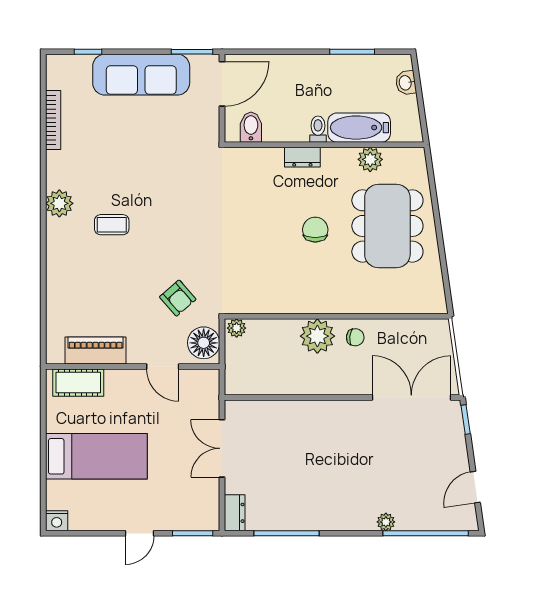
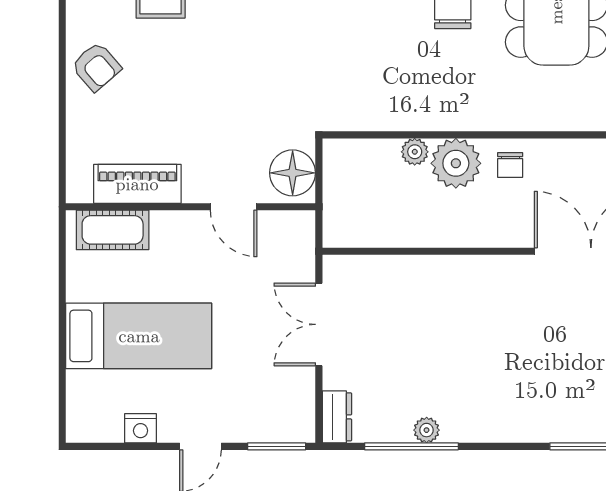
armchair: (178, 298) -> (96, 67), moved
plant: (237, 328) -> (415, 152), moved
chair: (355, 337) -> (510, 165), turned 83
nightstand: (57, 521) -> (141, 428), moved
plant: (386, 522) -> (427, 430), moved

